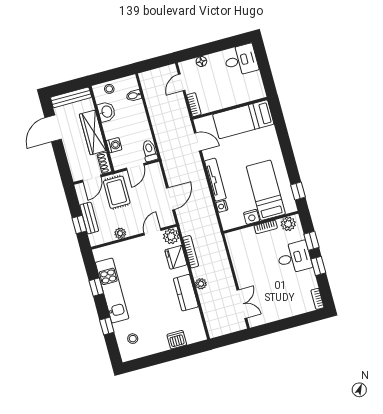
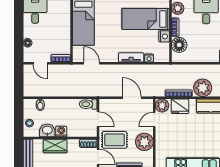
wardrobe: (93, 132) -> (55, 146), width x0.67
door: (198, 142) -> (92, 63), hinge flipped
washing machine: (114, 145) -> (61, 131), moved
tv unit: (215, 180) -> (131, 57), width x0.71
door: (153, 232) -> (154, 120), hinge flipped
plant: (120, 233) -> (144, 142), width x1.87, depth x1.87
floor lamp: (246, 237) -> (179, 45), added
plant: (201, 284) -> (203, 88), width x1.88, depth x1.88

